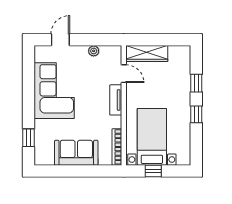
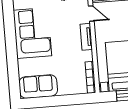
window: (29, 138) -> (13, 75), removed
sofa: (76, 153) -> (38, 87), moved

